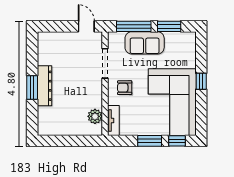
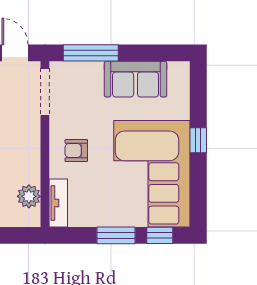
window: (169, 26) -> (147, 53), removed
sofa: (145, 43) -> (136, 79), moved
doorway: (105, 63) -> (45, 92), moved

